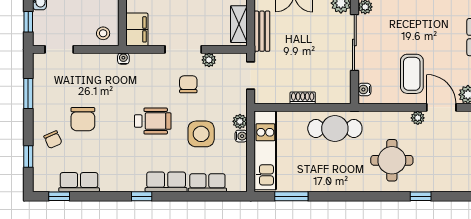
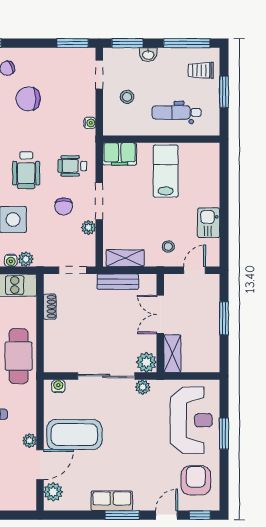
window: (28, 22) -> (127, 43), width x1.50
stool: (103, 33) -> (127, 97), moved
water cooler: (123, 59) -> (90, 123), moved
coffee table: (412, 74) -> (74, 435), width x1.36, depth x1.32
wheelchair: (149, 76) -> (72, 166), added
chair: (188, 84) -> (64, 206), turned 90
window: (28, 94) -> (73, 43), moved
shoe rack: (303, 98) -> (50, 307), moved

